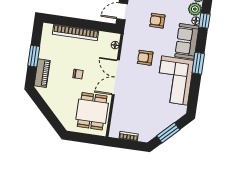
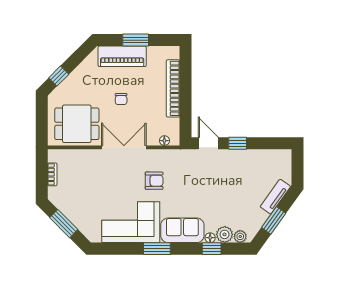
armchair: (157, 21) -> (203, 189), removed
armchair: (145, 58) -> (154, 181), turned 90
piano: (42, 73) -> (122, 56), width x1.37, depth x1.33
window: (53, 120) -> (59, 76), added

